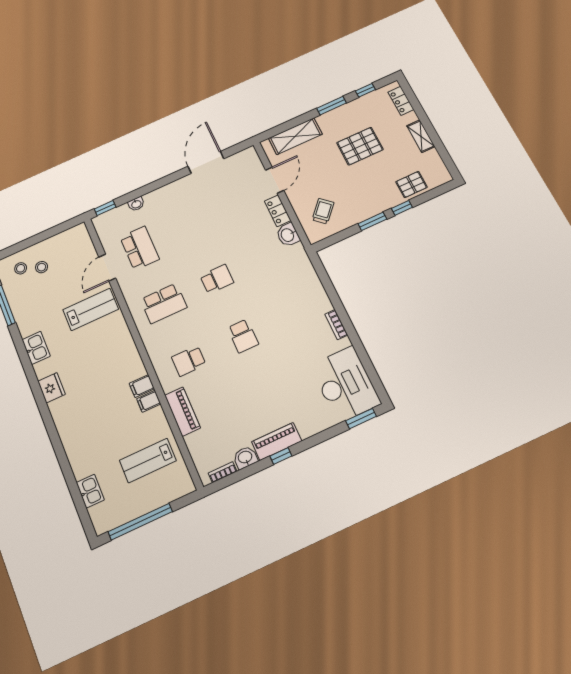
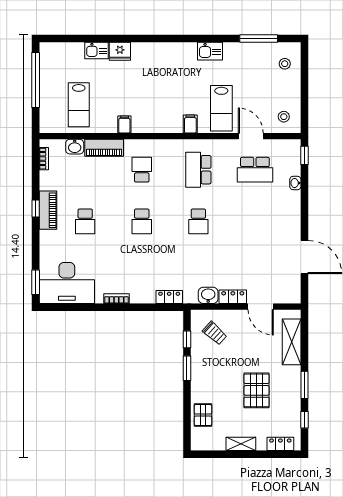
window: (402, 208) -> (187, 339), moved
stool: (42, 267) -> (284, 117), moved
locker: (308, 272) -> (169, 297), added
school desk: (243, 336) -> (142, 221), turned -90
filing cabinet: (142, 386) -> (190, 124), moved
fridge: (52, 388) -> (120, 51), moved
school desk: (270, 395) -> (85, 221), added
washbasin: (245, 457) -> (75, 147), moved, turned 90
lab bench: (148, 461) -> (79, 105), turned 180
kitchen sink: (90, 491) -> (97, 51), moved

